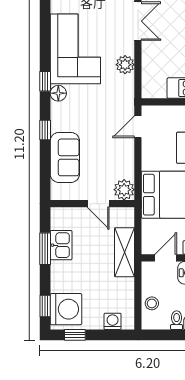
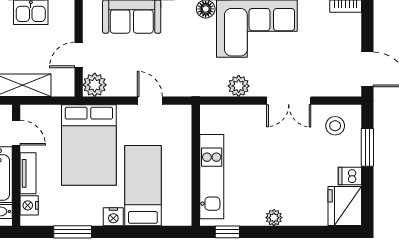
door: (138, 127) -> (150, 101), moved

